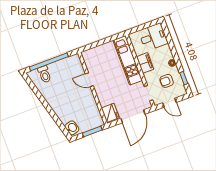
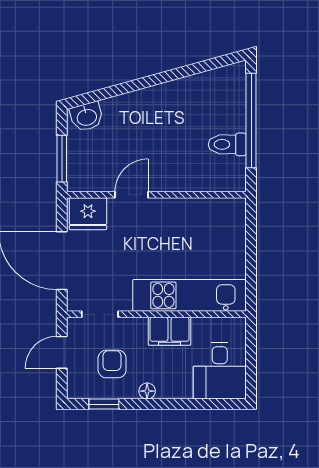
toilet: (44, 74) -> (227, 144), moved
door: (89, 80) -> (132, 195), moved

